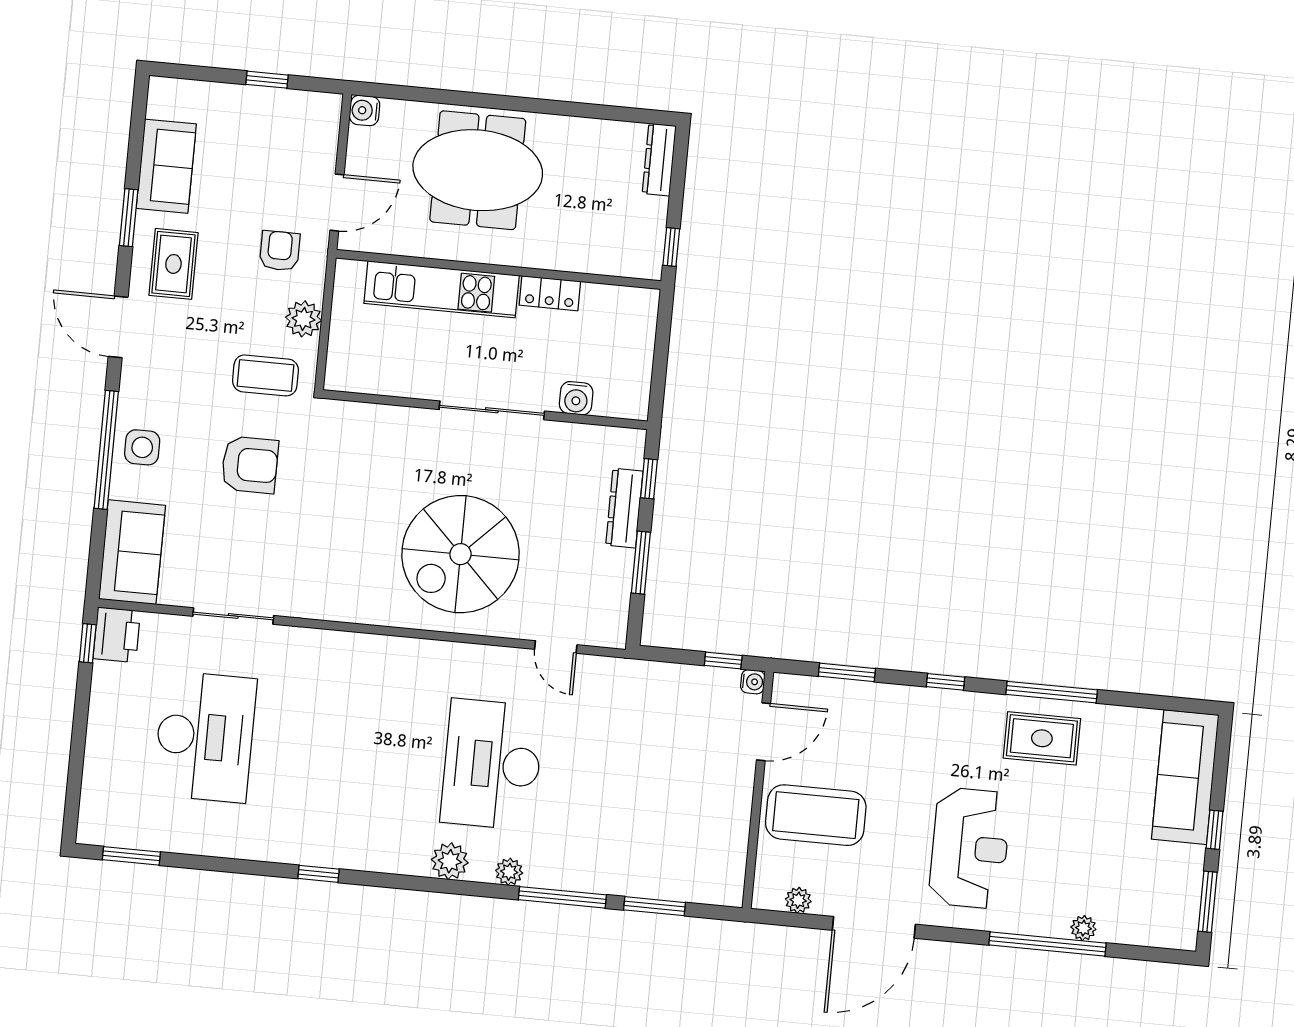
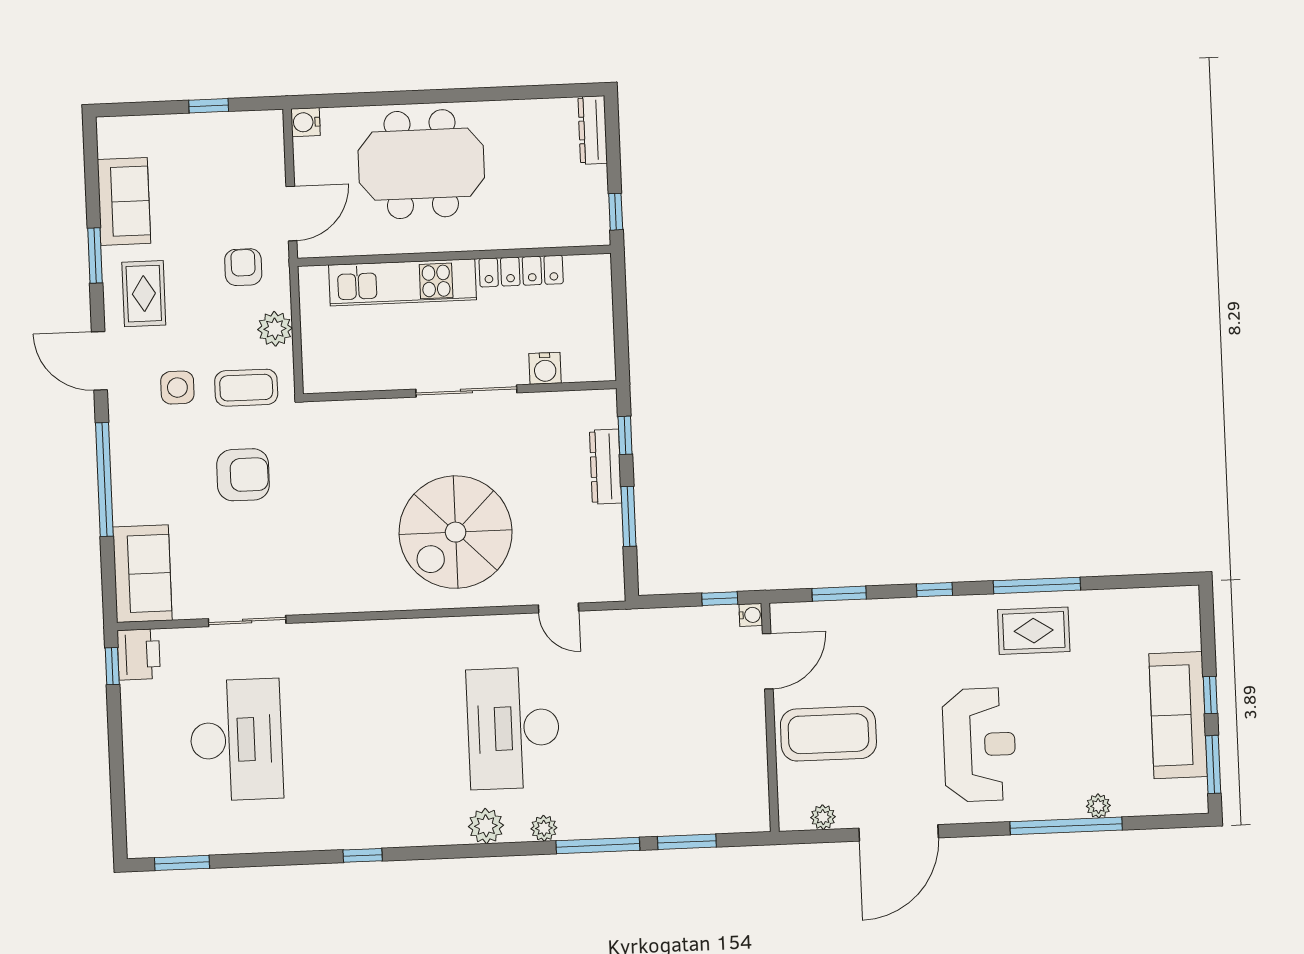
locker: (550, 293) -> (521, 271), width x1.53
side table: (142, 447) -> (177, 388), moved
sofa: (1185, 777) -> (1178, 715), moved

